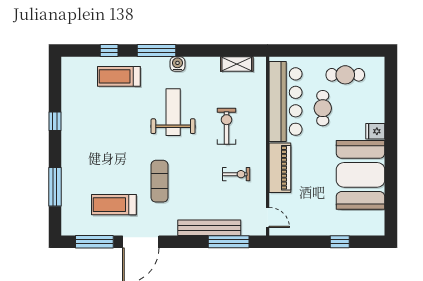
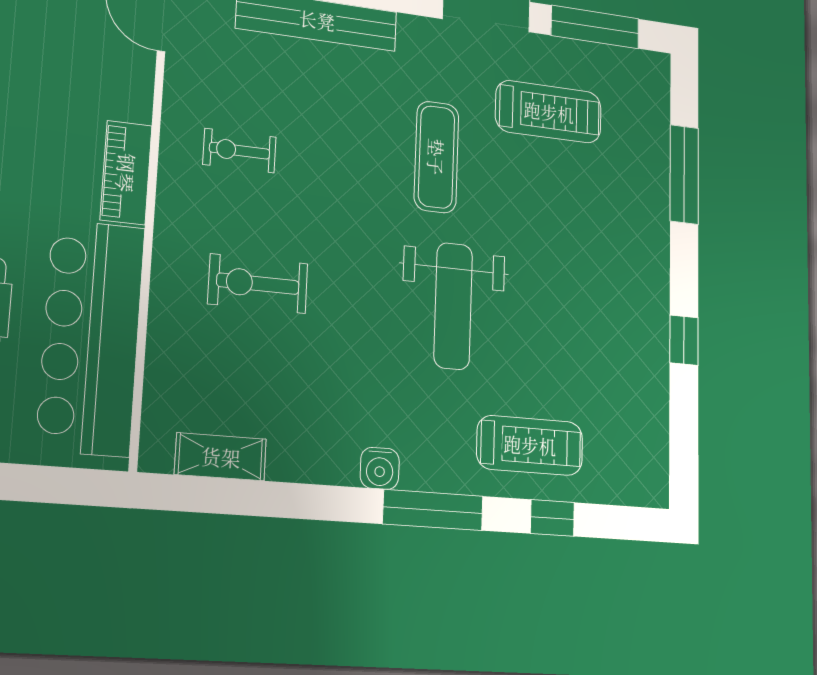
weight bench: (173, 112) -> (453, 306), moved
exercise bike: (227, 126) -> (258, 284), turned 90
piano: (280, 168) -> (126, 173), width x0.73, depth x0.75

